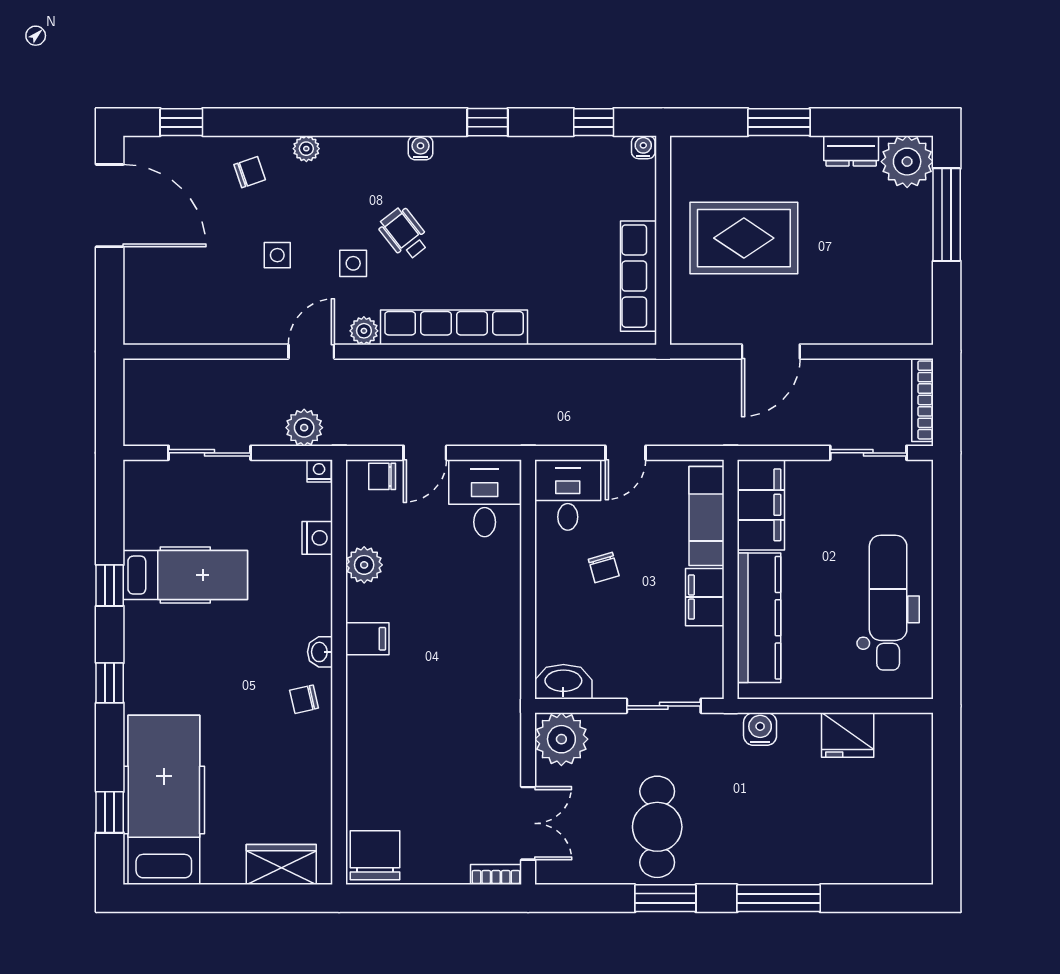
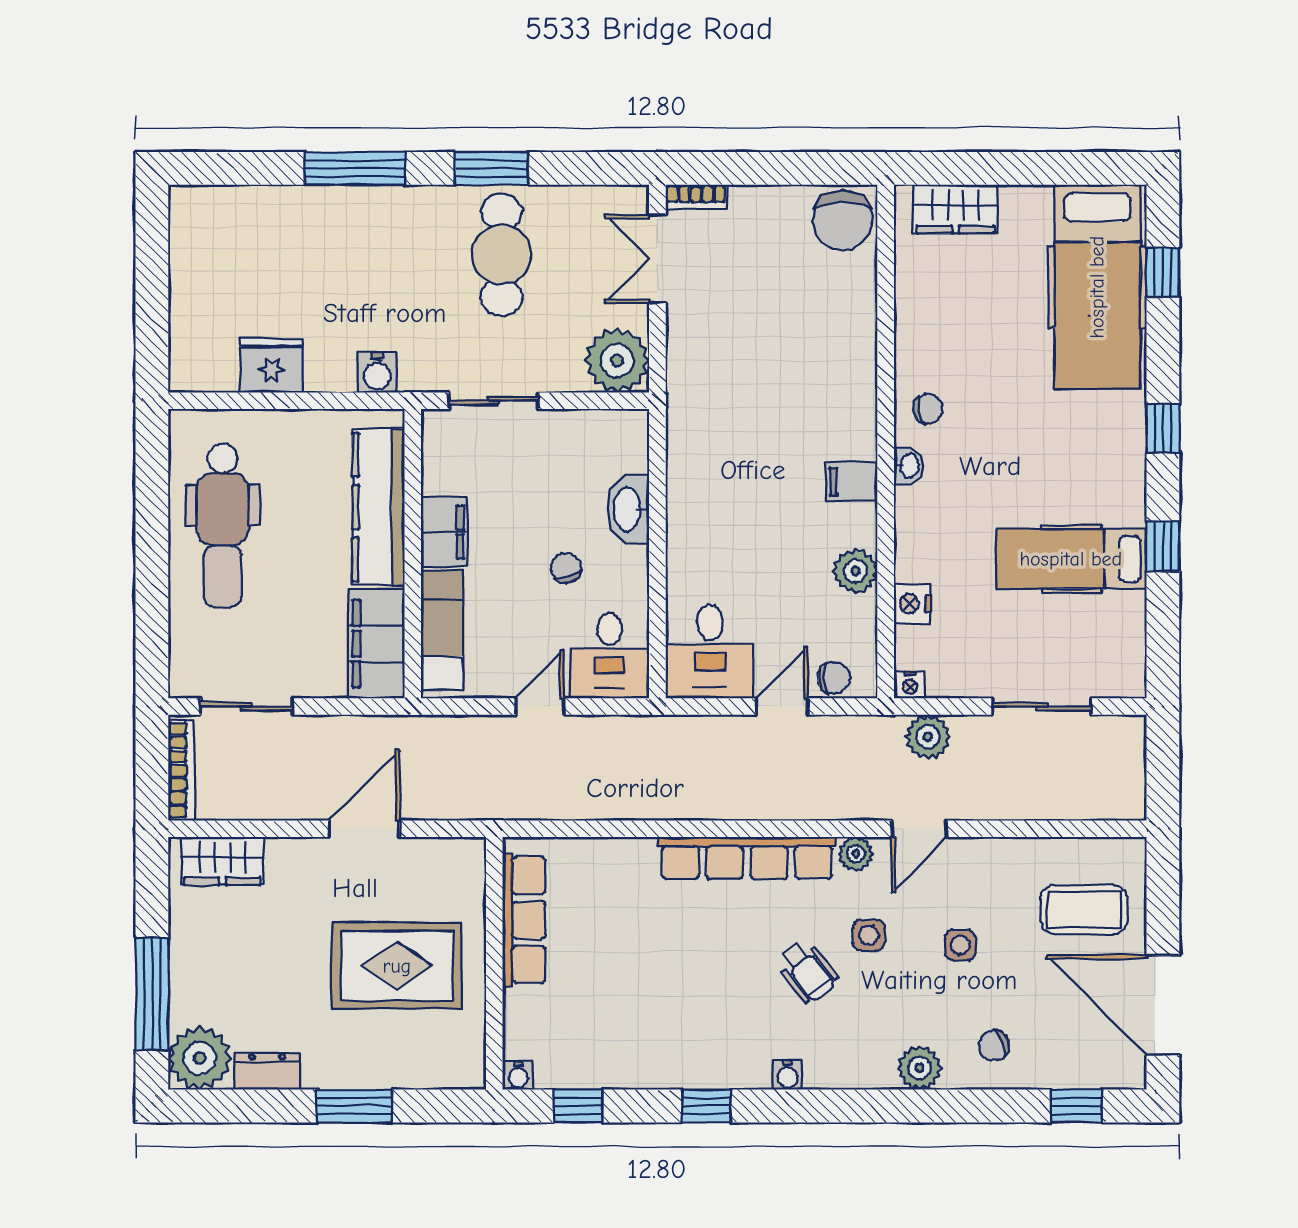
plant: (306, 149) -> (919, 1068), width x1.38, depth x1.38
coffee table: (175, 284) -> (1084, 910), added
wardrobe: (888, 325) -> (222, 861), added
washbasin: (563, 682) -> (628, 509), moved, turned 90

